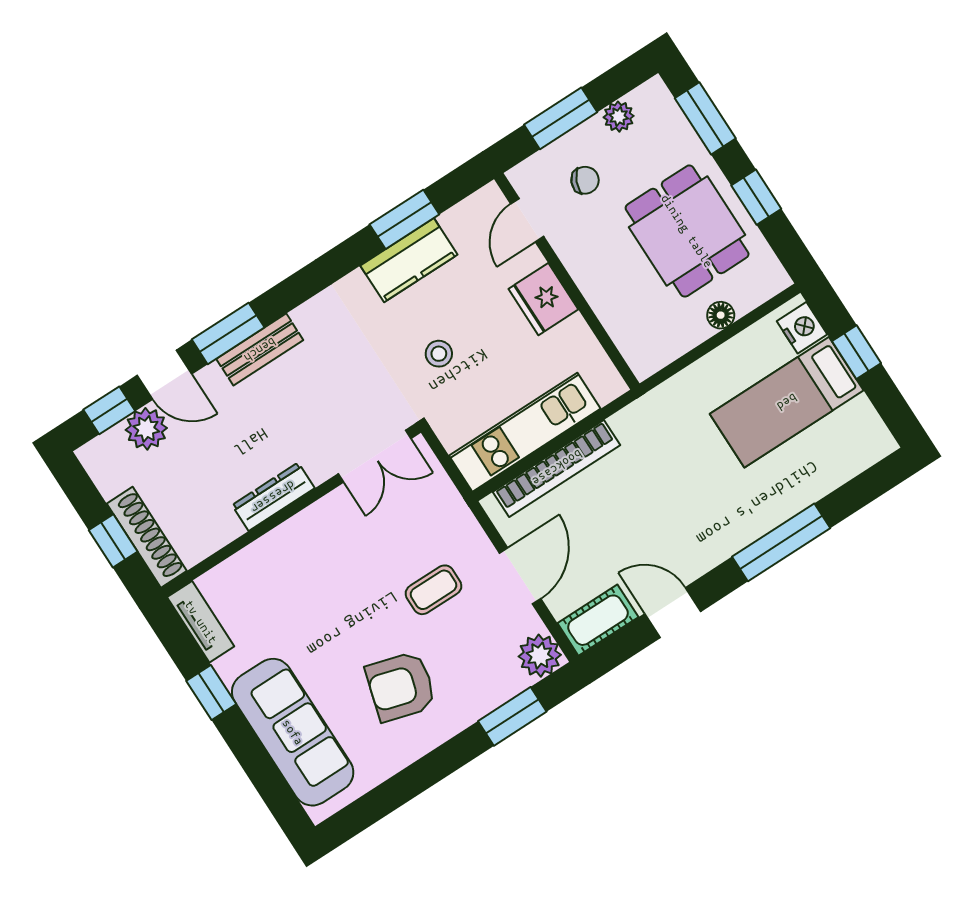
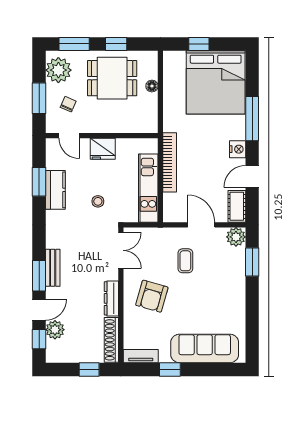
plant: (619, 117) -> (58, 70), width x1.88, depth x1.88
nightstand: (802, 328) -> (238, 149), moved, turned 90
bed: (787, 402) -> (216, 82), width x2.04
bookcase: (557, 468) -> (170, 162), moved
shoe rack: (147, 537) -> (111, 340), moved, turned -90
armchair: (401, 686) -> (152, 296), moved

